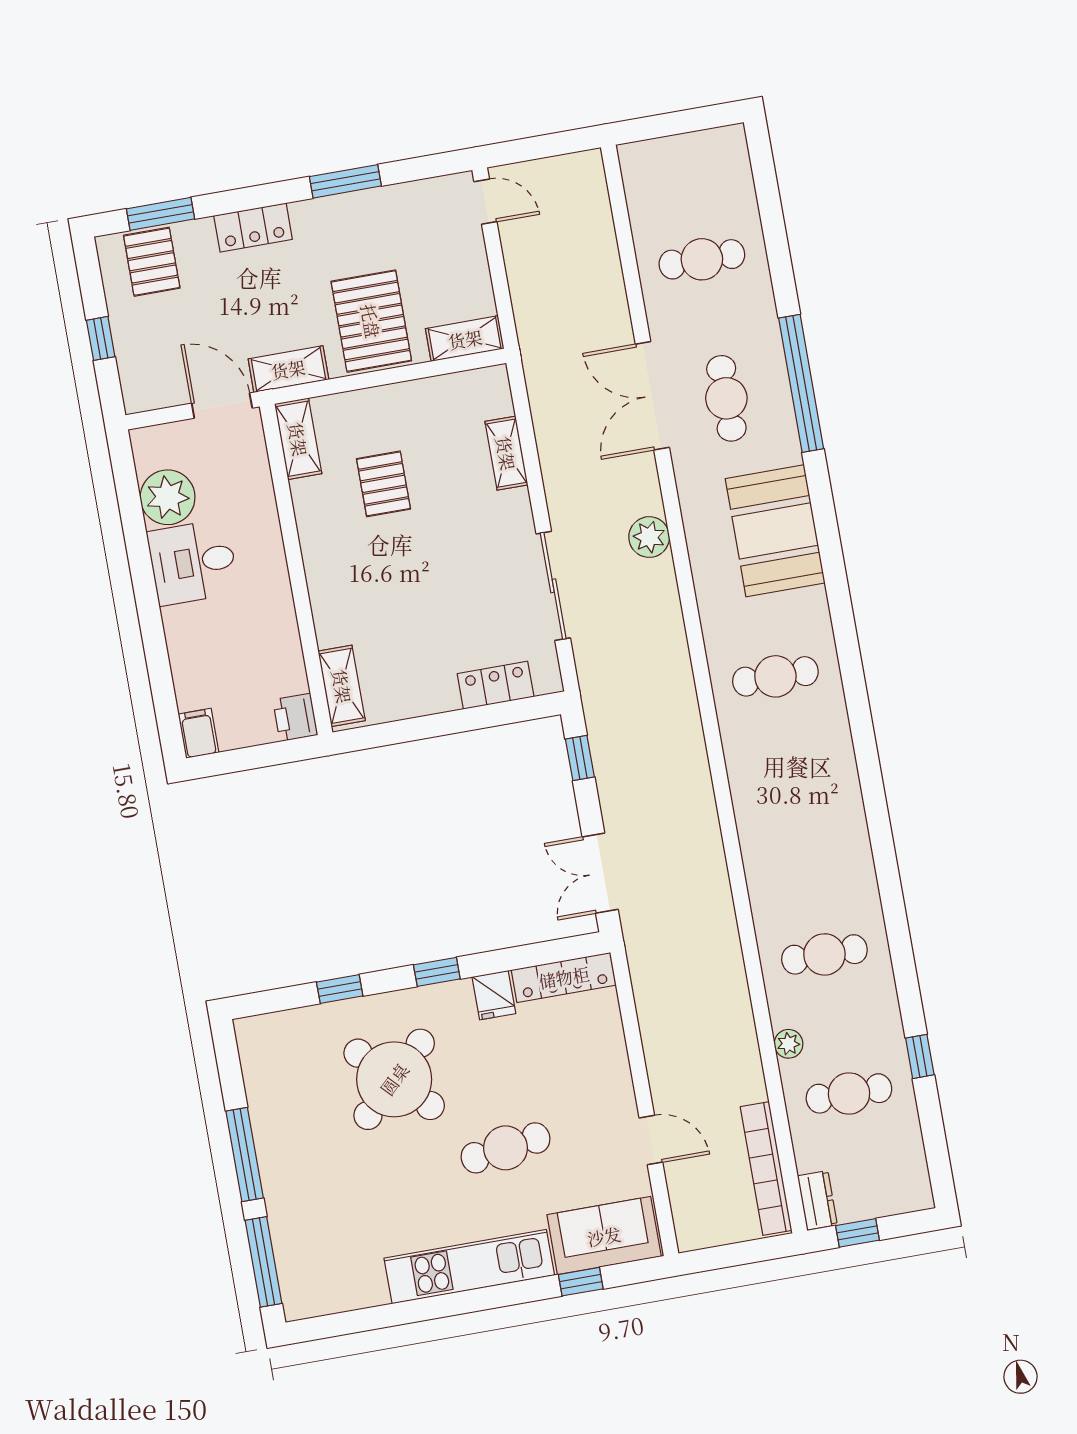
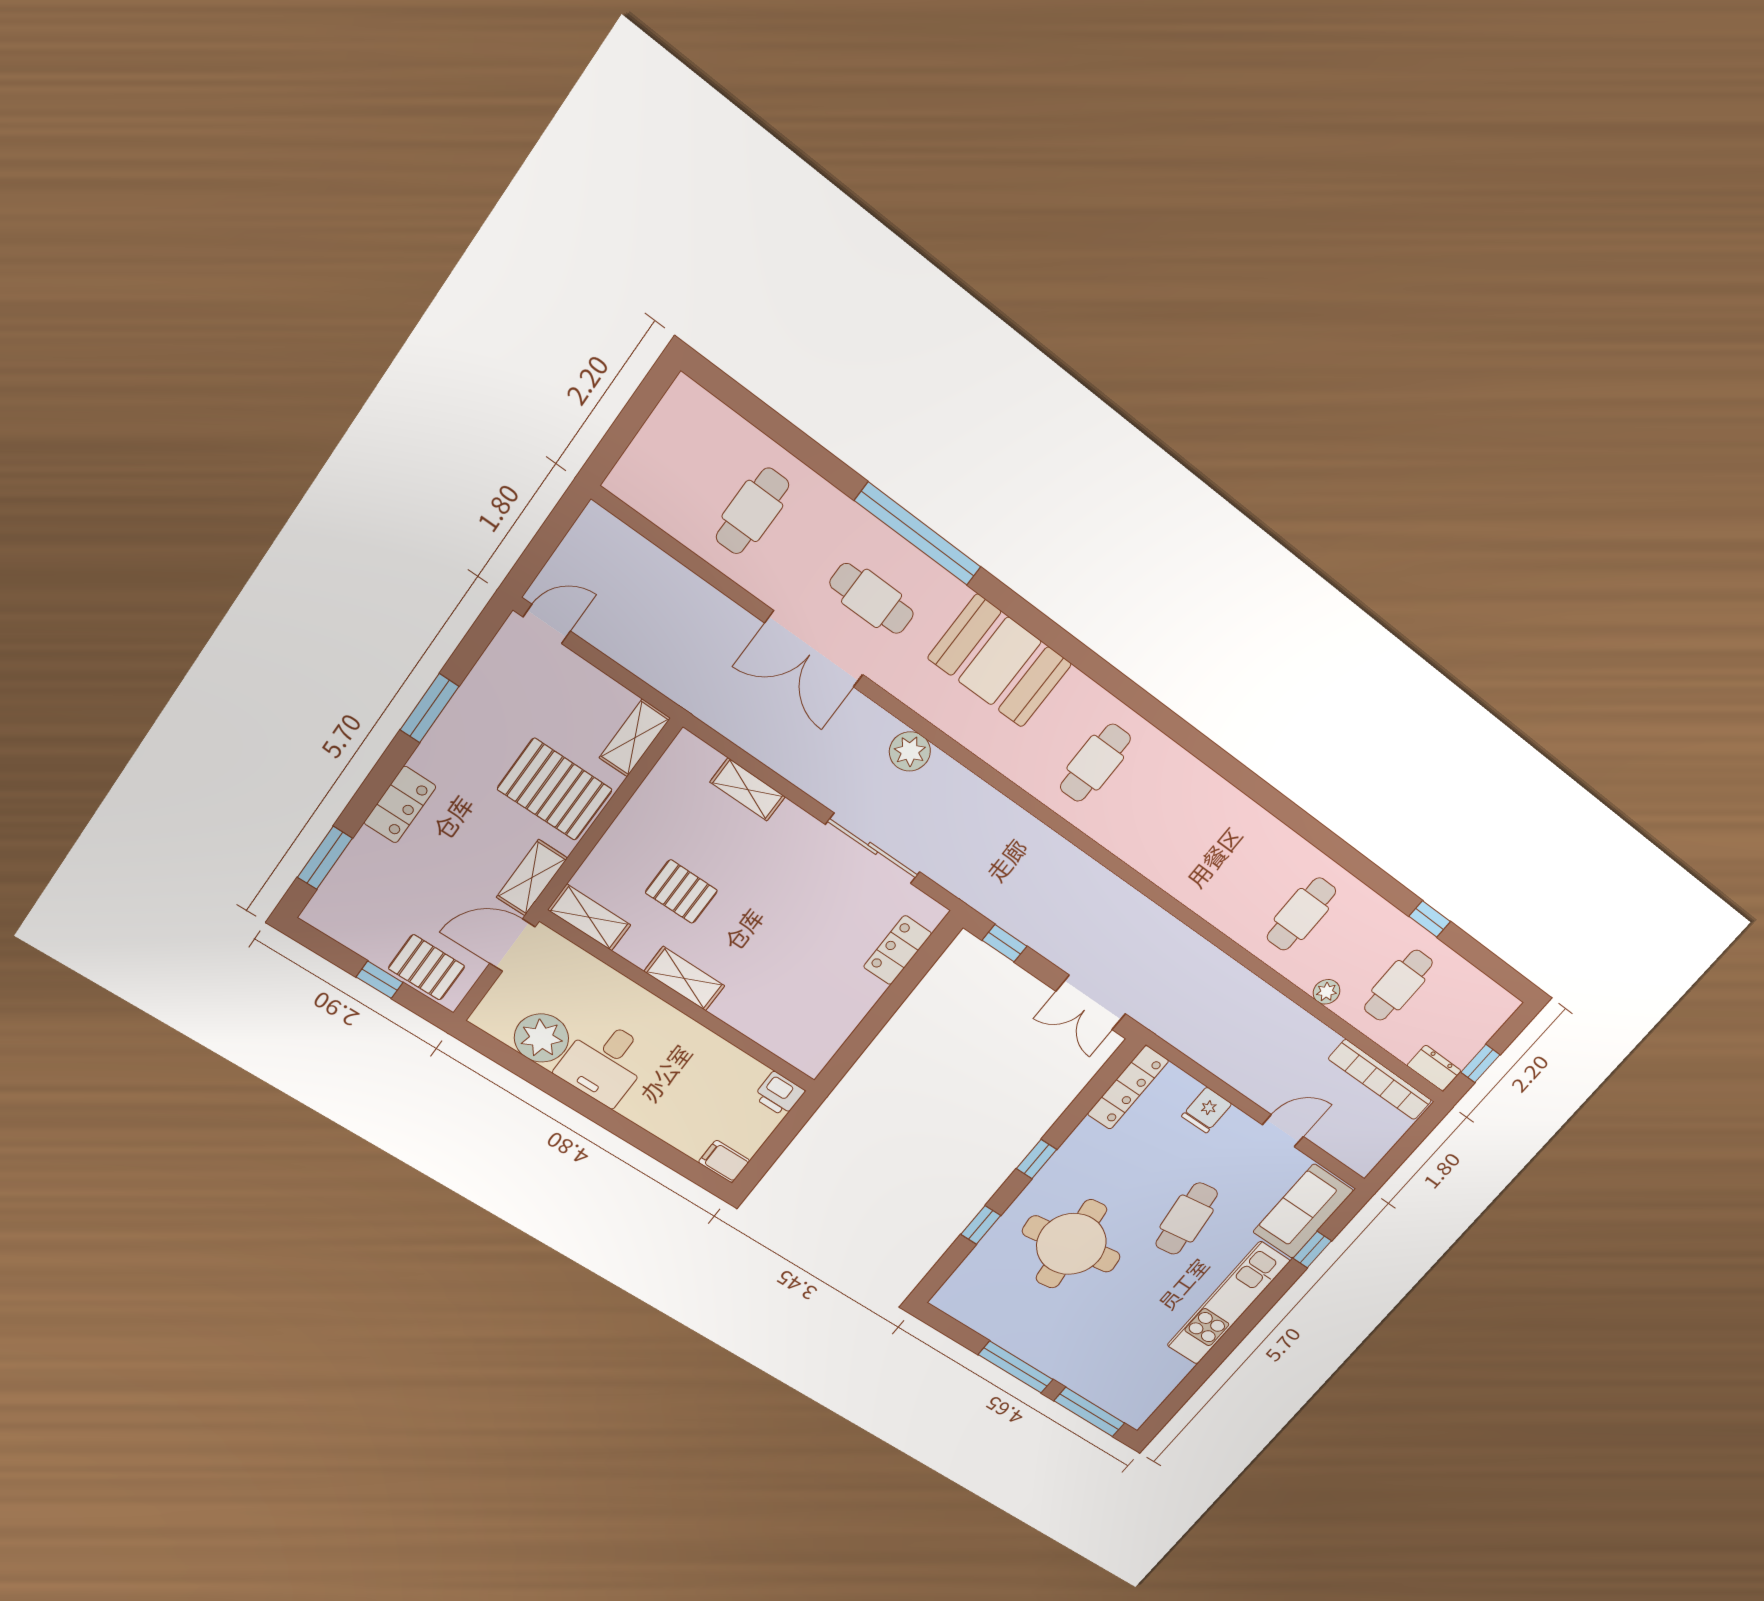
pallet: (152, 262) -> (426, 967), moved
shelving: (342, 686) -> (684, 979), moved
fridge: (494, 995) -> (1207, 1110), moved, turned 90
round table: (394, 1079) -> (1071, 1244), turned 36

